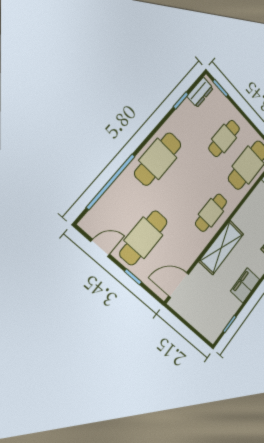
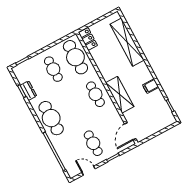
dresser: (200, 92) -> (28, 91), moved
cafe table: (144, 238) -> (93, 143), width x0.73, depth x0.74
door: (100, 248) -> (89, 171), hinge flipped
filing cabinet: (245, 285) -> (151, 86), width x0.50

